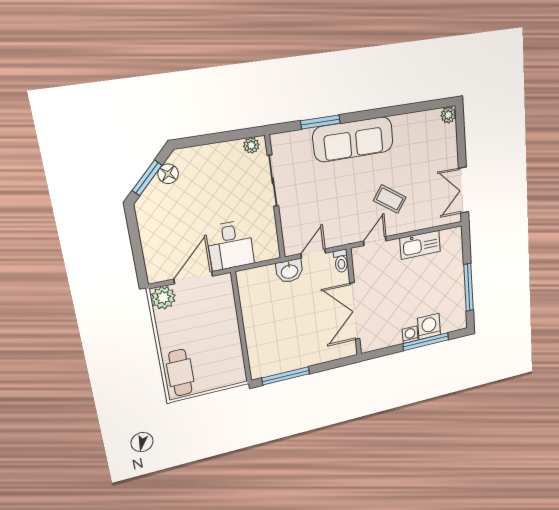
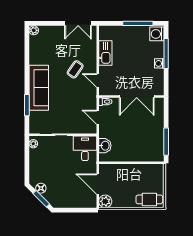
desk: (230, 245) -> (85, 148), moved, turned -90
washbasin: (289, 271) -> (105, 146), moved
washing machine: (429, 327) -> (157, 34), moved

